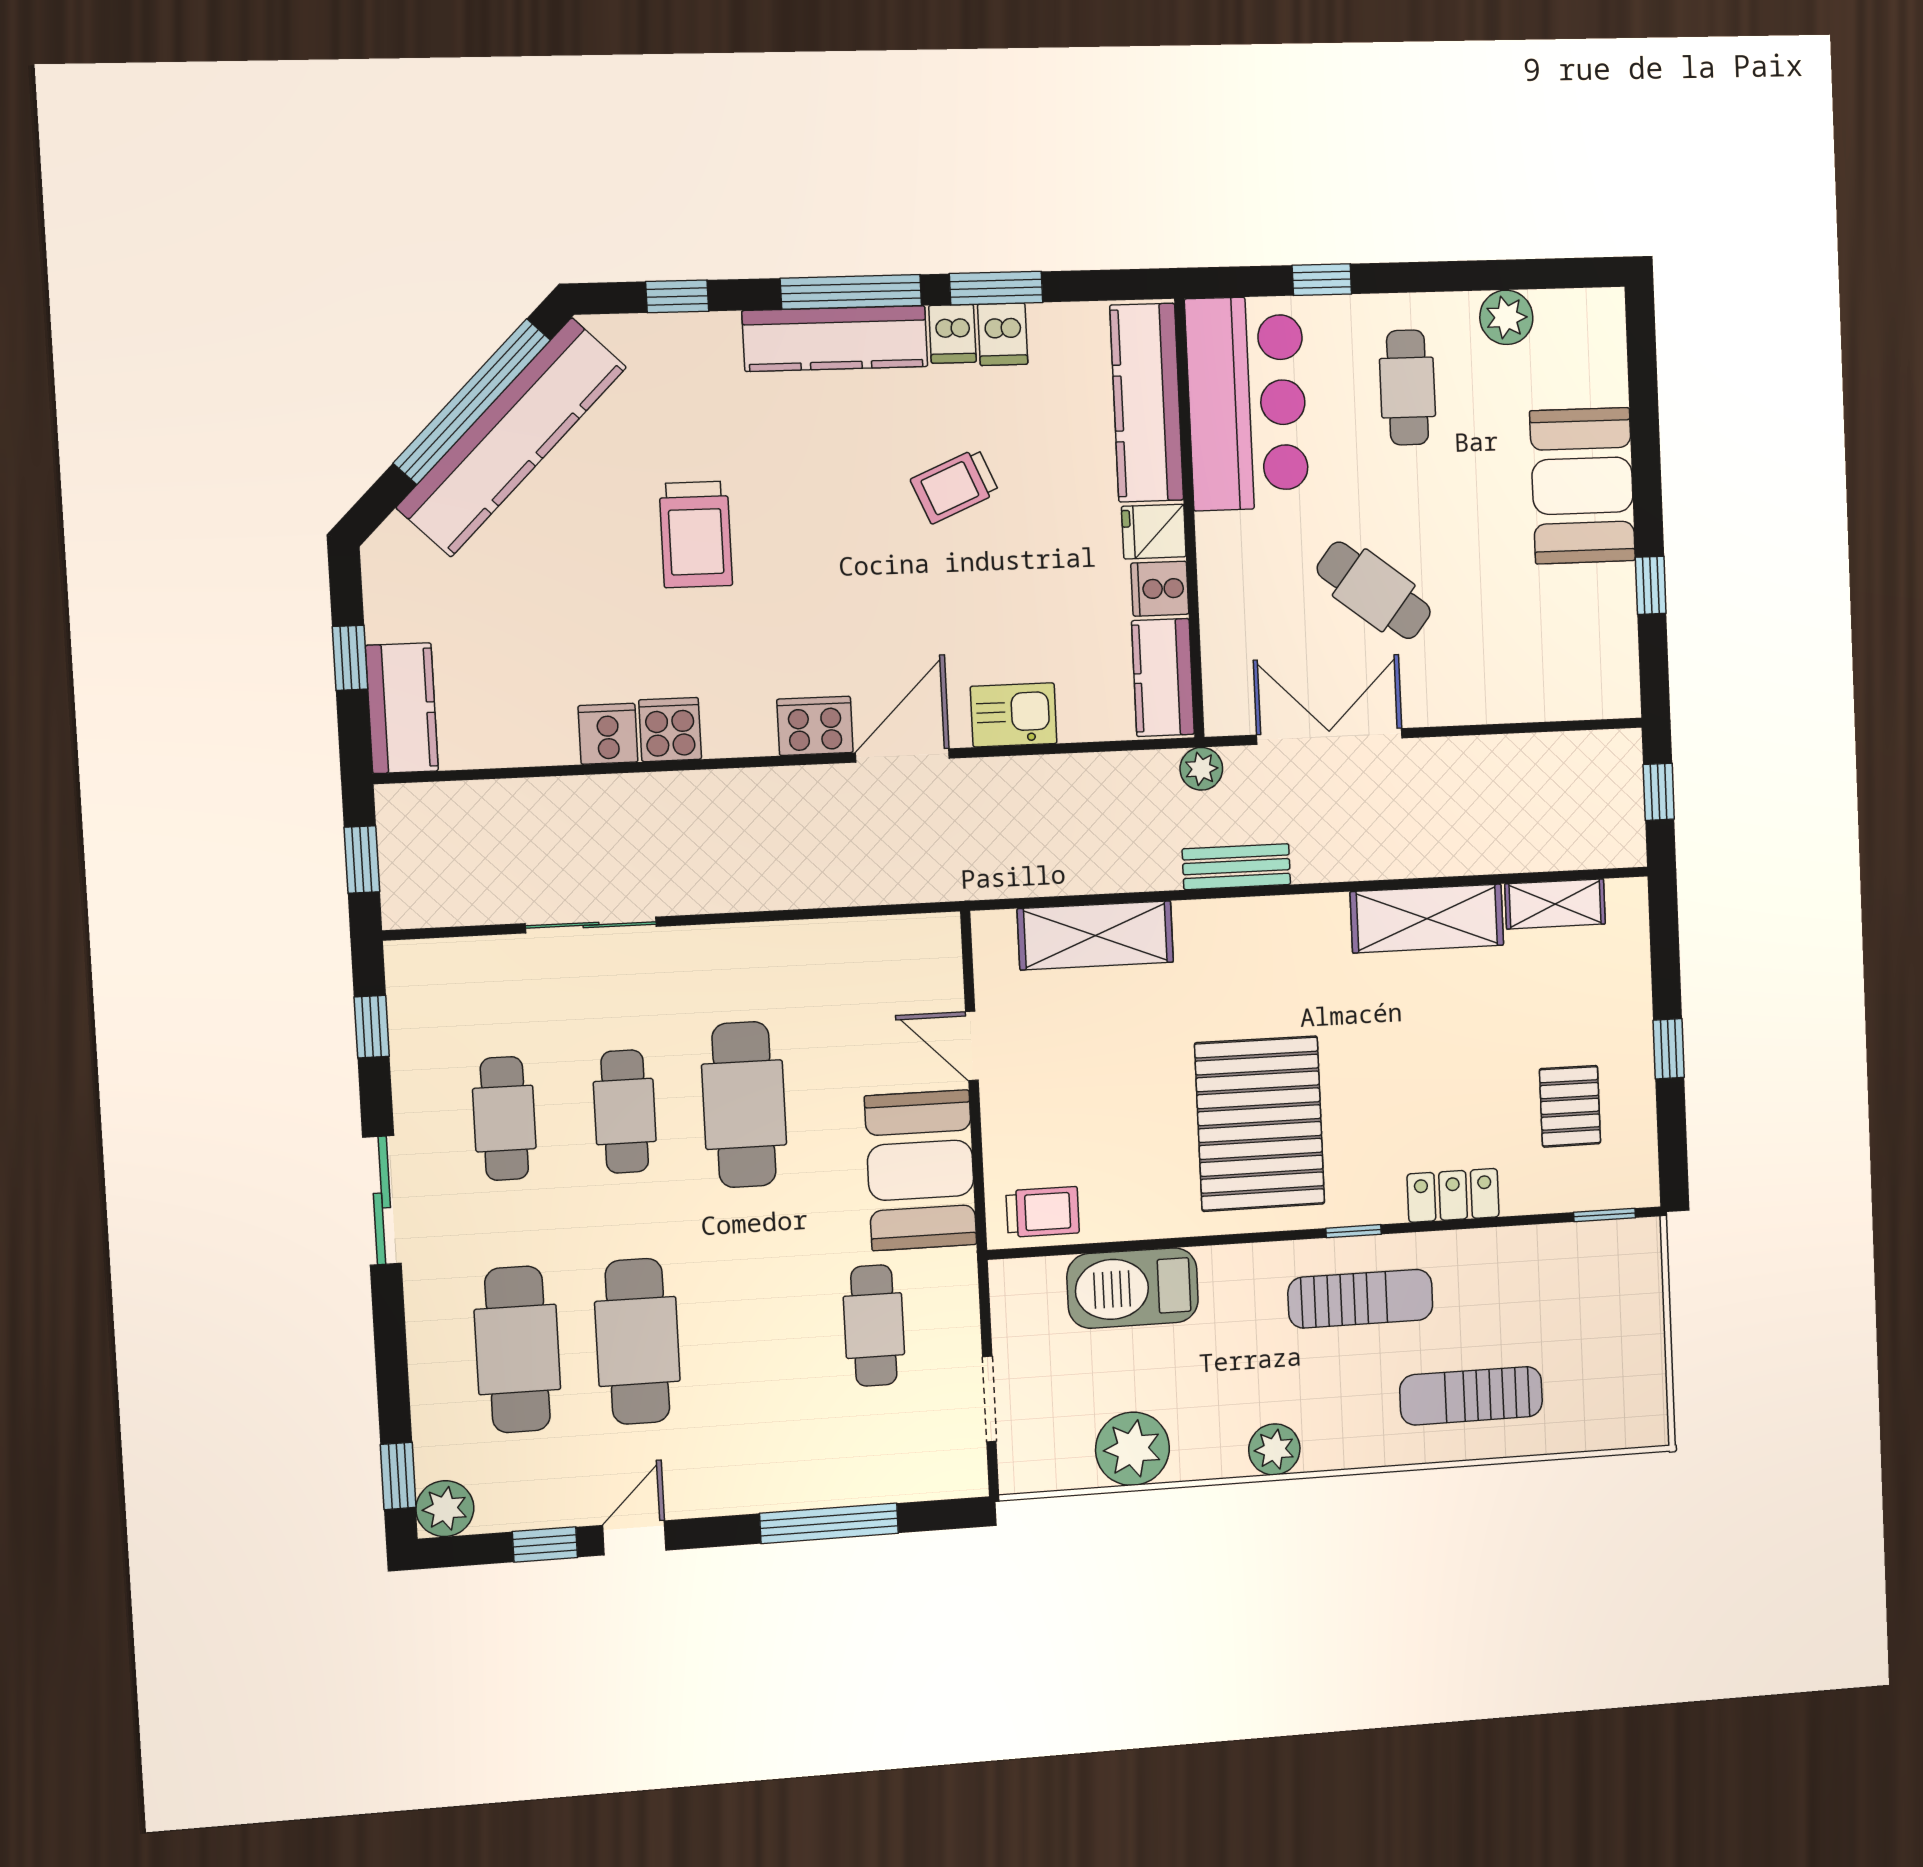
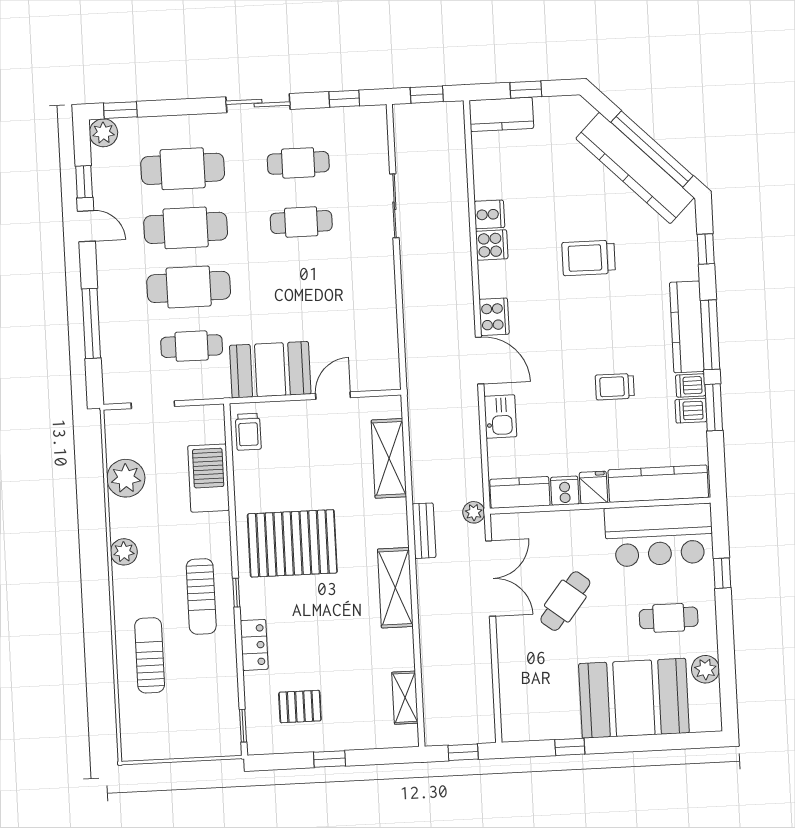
trolley: (955, 486) -> (615, 387), turned -67
booth: (1583, 486) -> (634, 698), width x1.36, depth x1.42
shelving: (1427, 919) -> (395, 588), moved
cafe table: (744, 1105) -> (189, 287), moved

